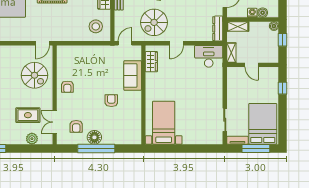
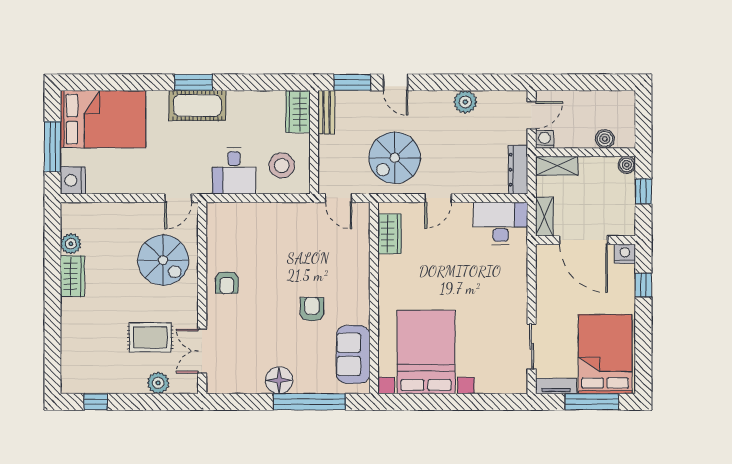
washing machine: (252, 13) -> (545, 139), moved
desk: (71, 29) -> (234, 171), added
door: (125, 43) -> (338, 198), swing flipped
door: (252, 65) -> (584, 240), width x1.87
nightstand: (273, 72) -> (625, 254), added
sofa: (133, 75) -> (353, 354), moved
bed with nightstands: (164, 123) -> (426, 352), width x1.36
armchair: (76, 126) -> (244, 359), removed
window: (96, 148) -> (309, 402), moved

